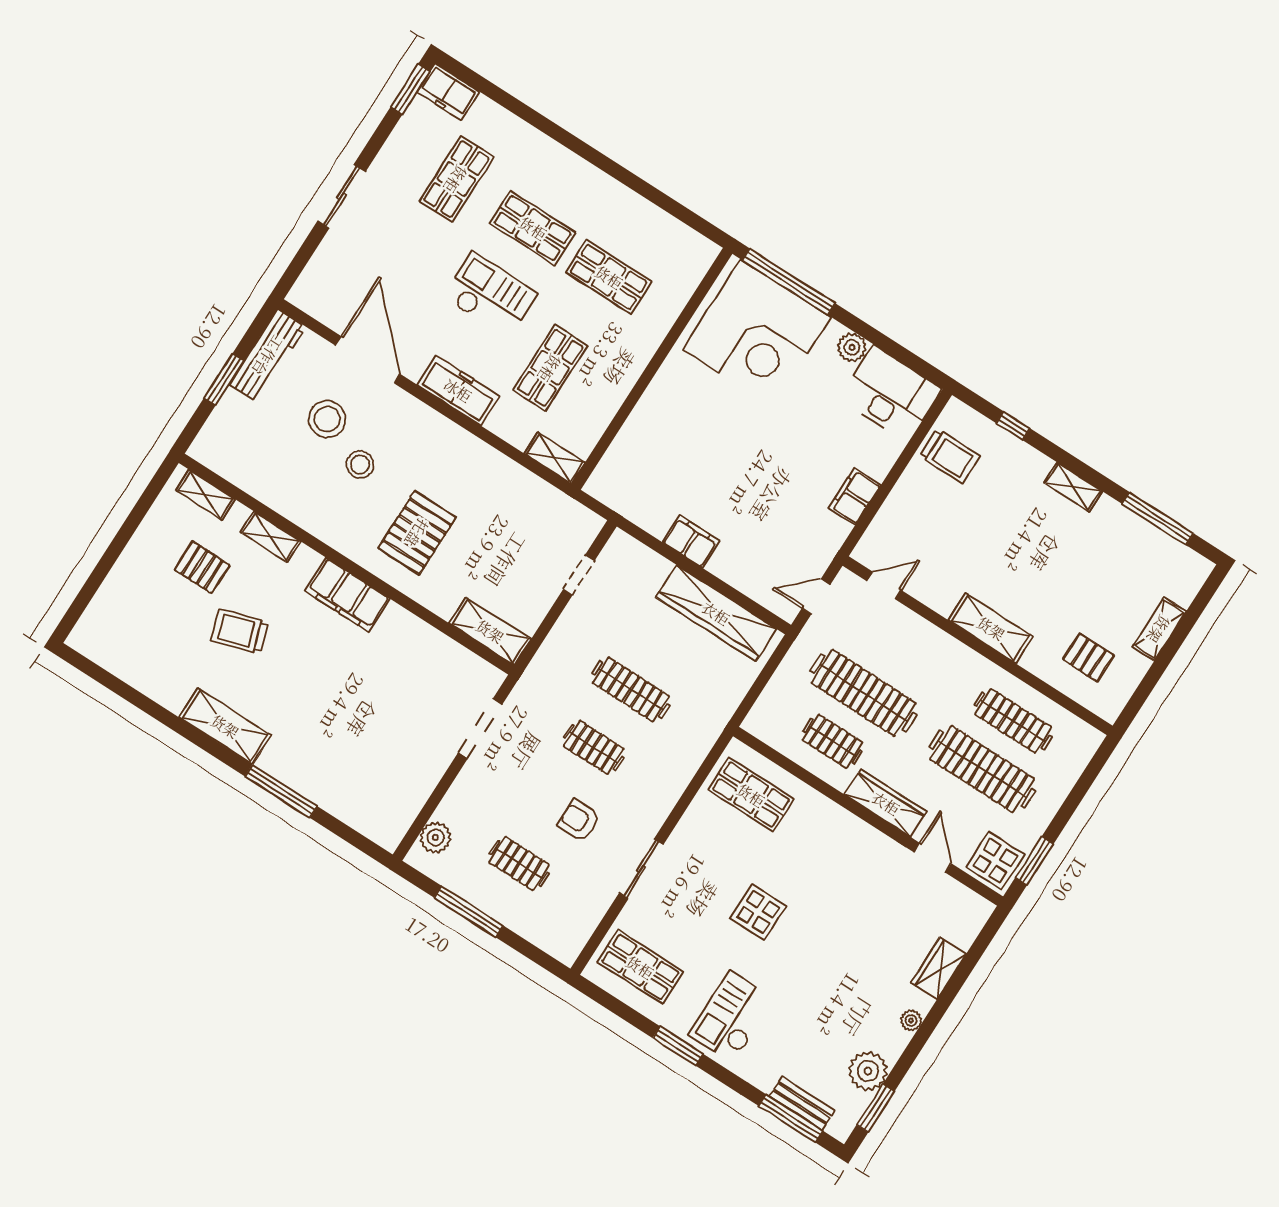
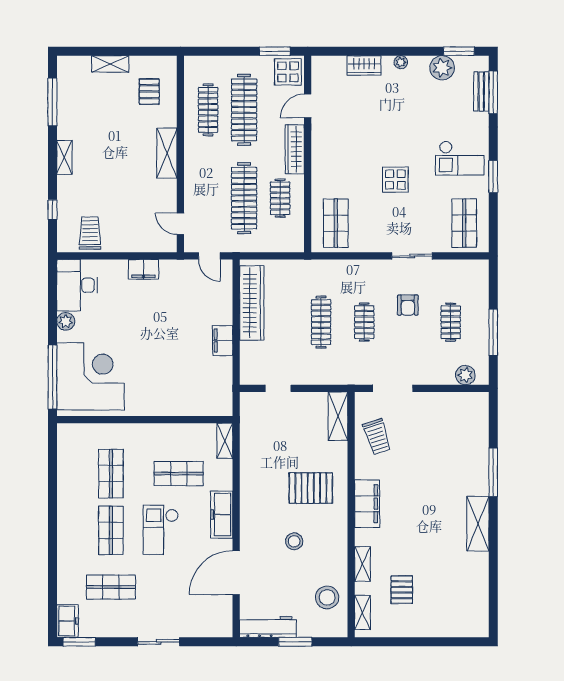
stool: (327, 419) -> (327, 597), moved
trolley: (240, 631) -> (377, 437), moved

